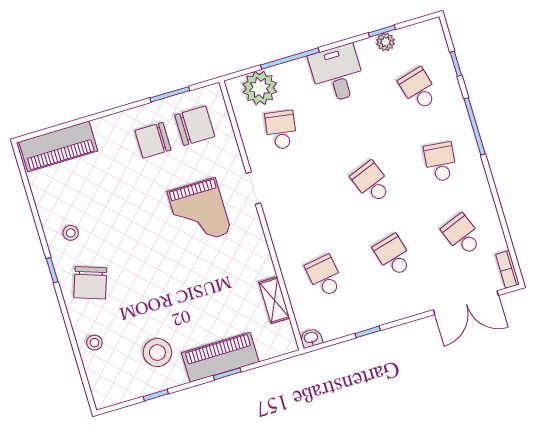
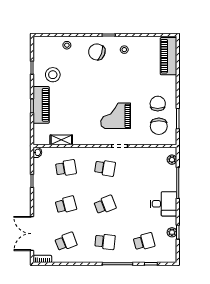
plant: (260, 88) -> (172, 160), width x0.53, depth x0.53
school desk: (281, 130) -> (105, 168), moved

